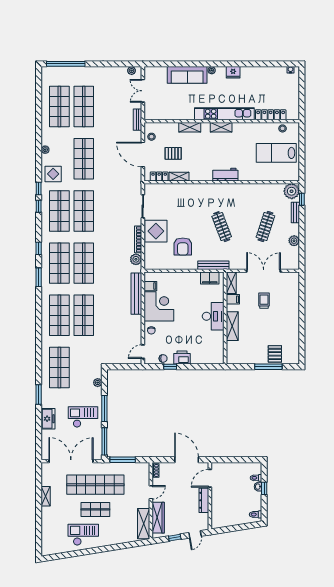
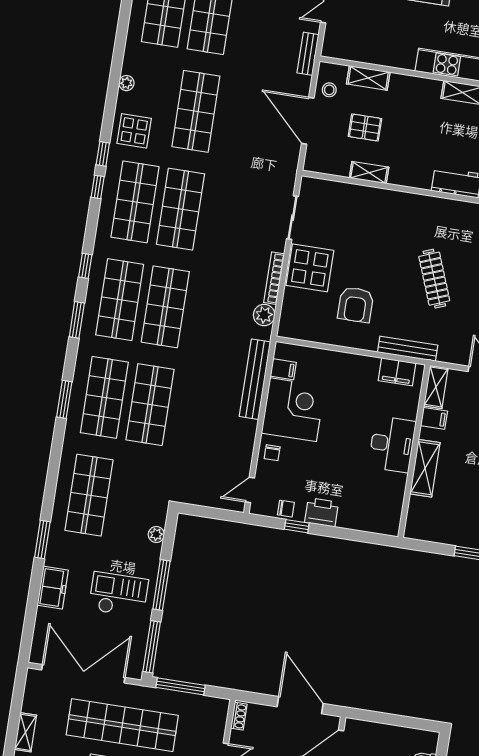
shelving: (190, 127) -> (368, 78), moved
locker: (159, 176) -> (332, 166), removed
window: (39, 320) -> (64, 399), added

